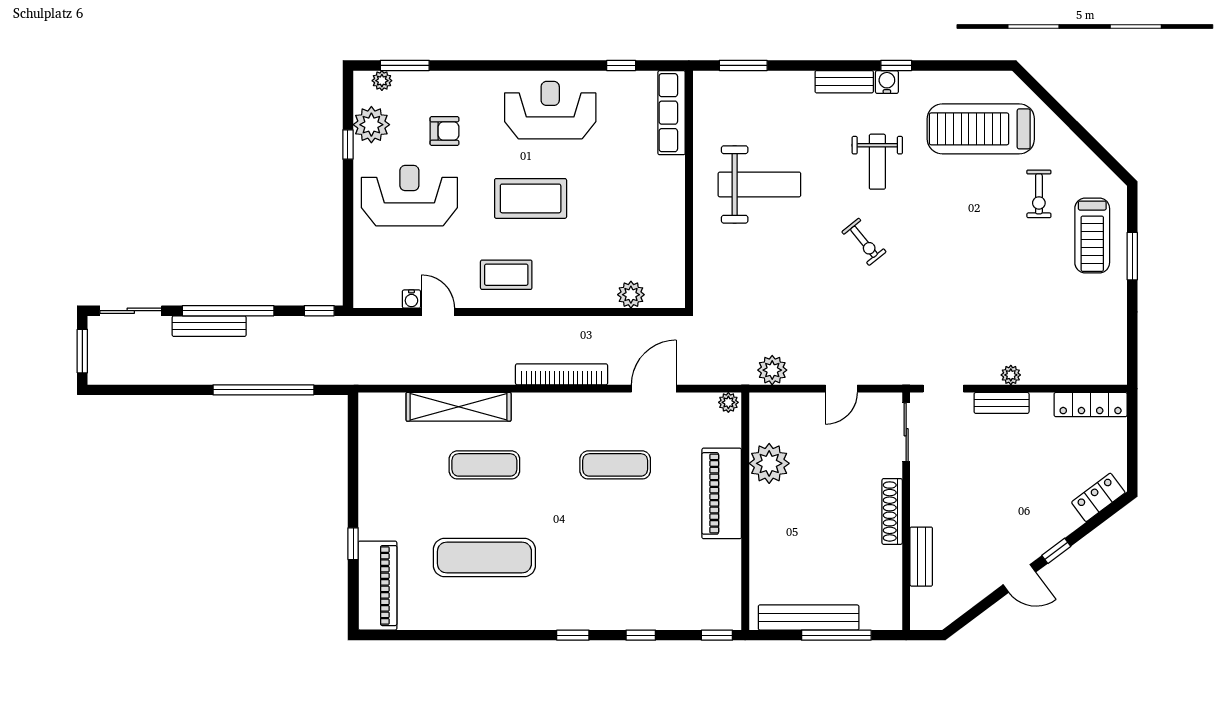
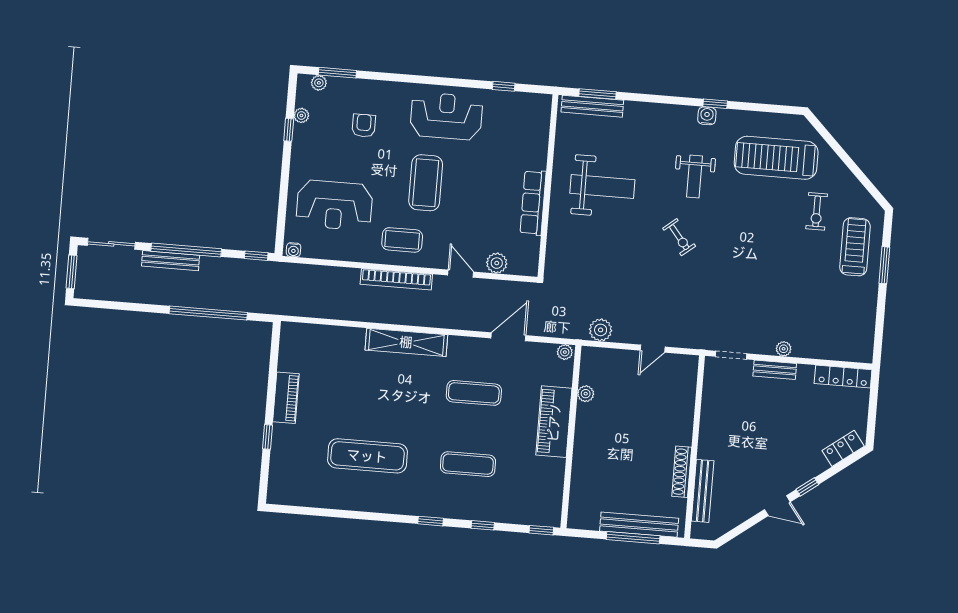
bench: (844, 82) -> (592, 106), moved, width x1.36
row of seats: (672, 113) -> (533, 203), moved
plant: (371, 125) -> (301, 115), width x0.53, depth x0.53
armchair: (444, 131) -> (364, 126), turned -90
reception desk: (409, 196) -> (334, 205), moved, turned 180
coffee table: (531, 198) -> (426, 183), turned 90
treadmill: (1092, 235) -> (855, 247), turned 180
water cooler: (411, 299) -> (293, 250), moved
door: (438, 312) -> (461, 274), moved
bookcase: (562, 374) -> (396, 279), moved, turned 180
shelving: (459, 407) -> (406, 342), moved
sliding door: (906, 432) -> (700, 386), removed
plant: (769, 463) -> (586, 394), width x0.53, depth x0.53
exercise mat: (484, 465) -> (468, 464), moved
shoe rack: (892, 511) -> (682, 472), moved
bench: (921, 557) -> (703, 491), width x1.36
piano: (377, 586) -> (286, 398), moved, width x0.73, depth x0.75
bench: (809, 617) -> (639, 525), moved

